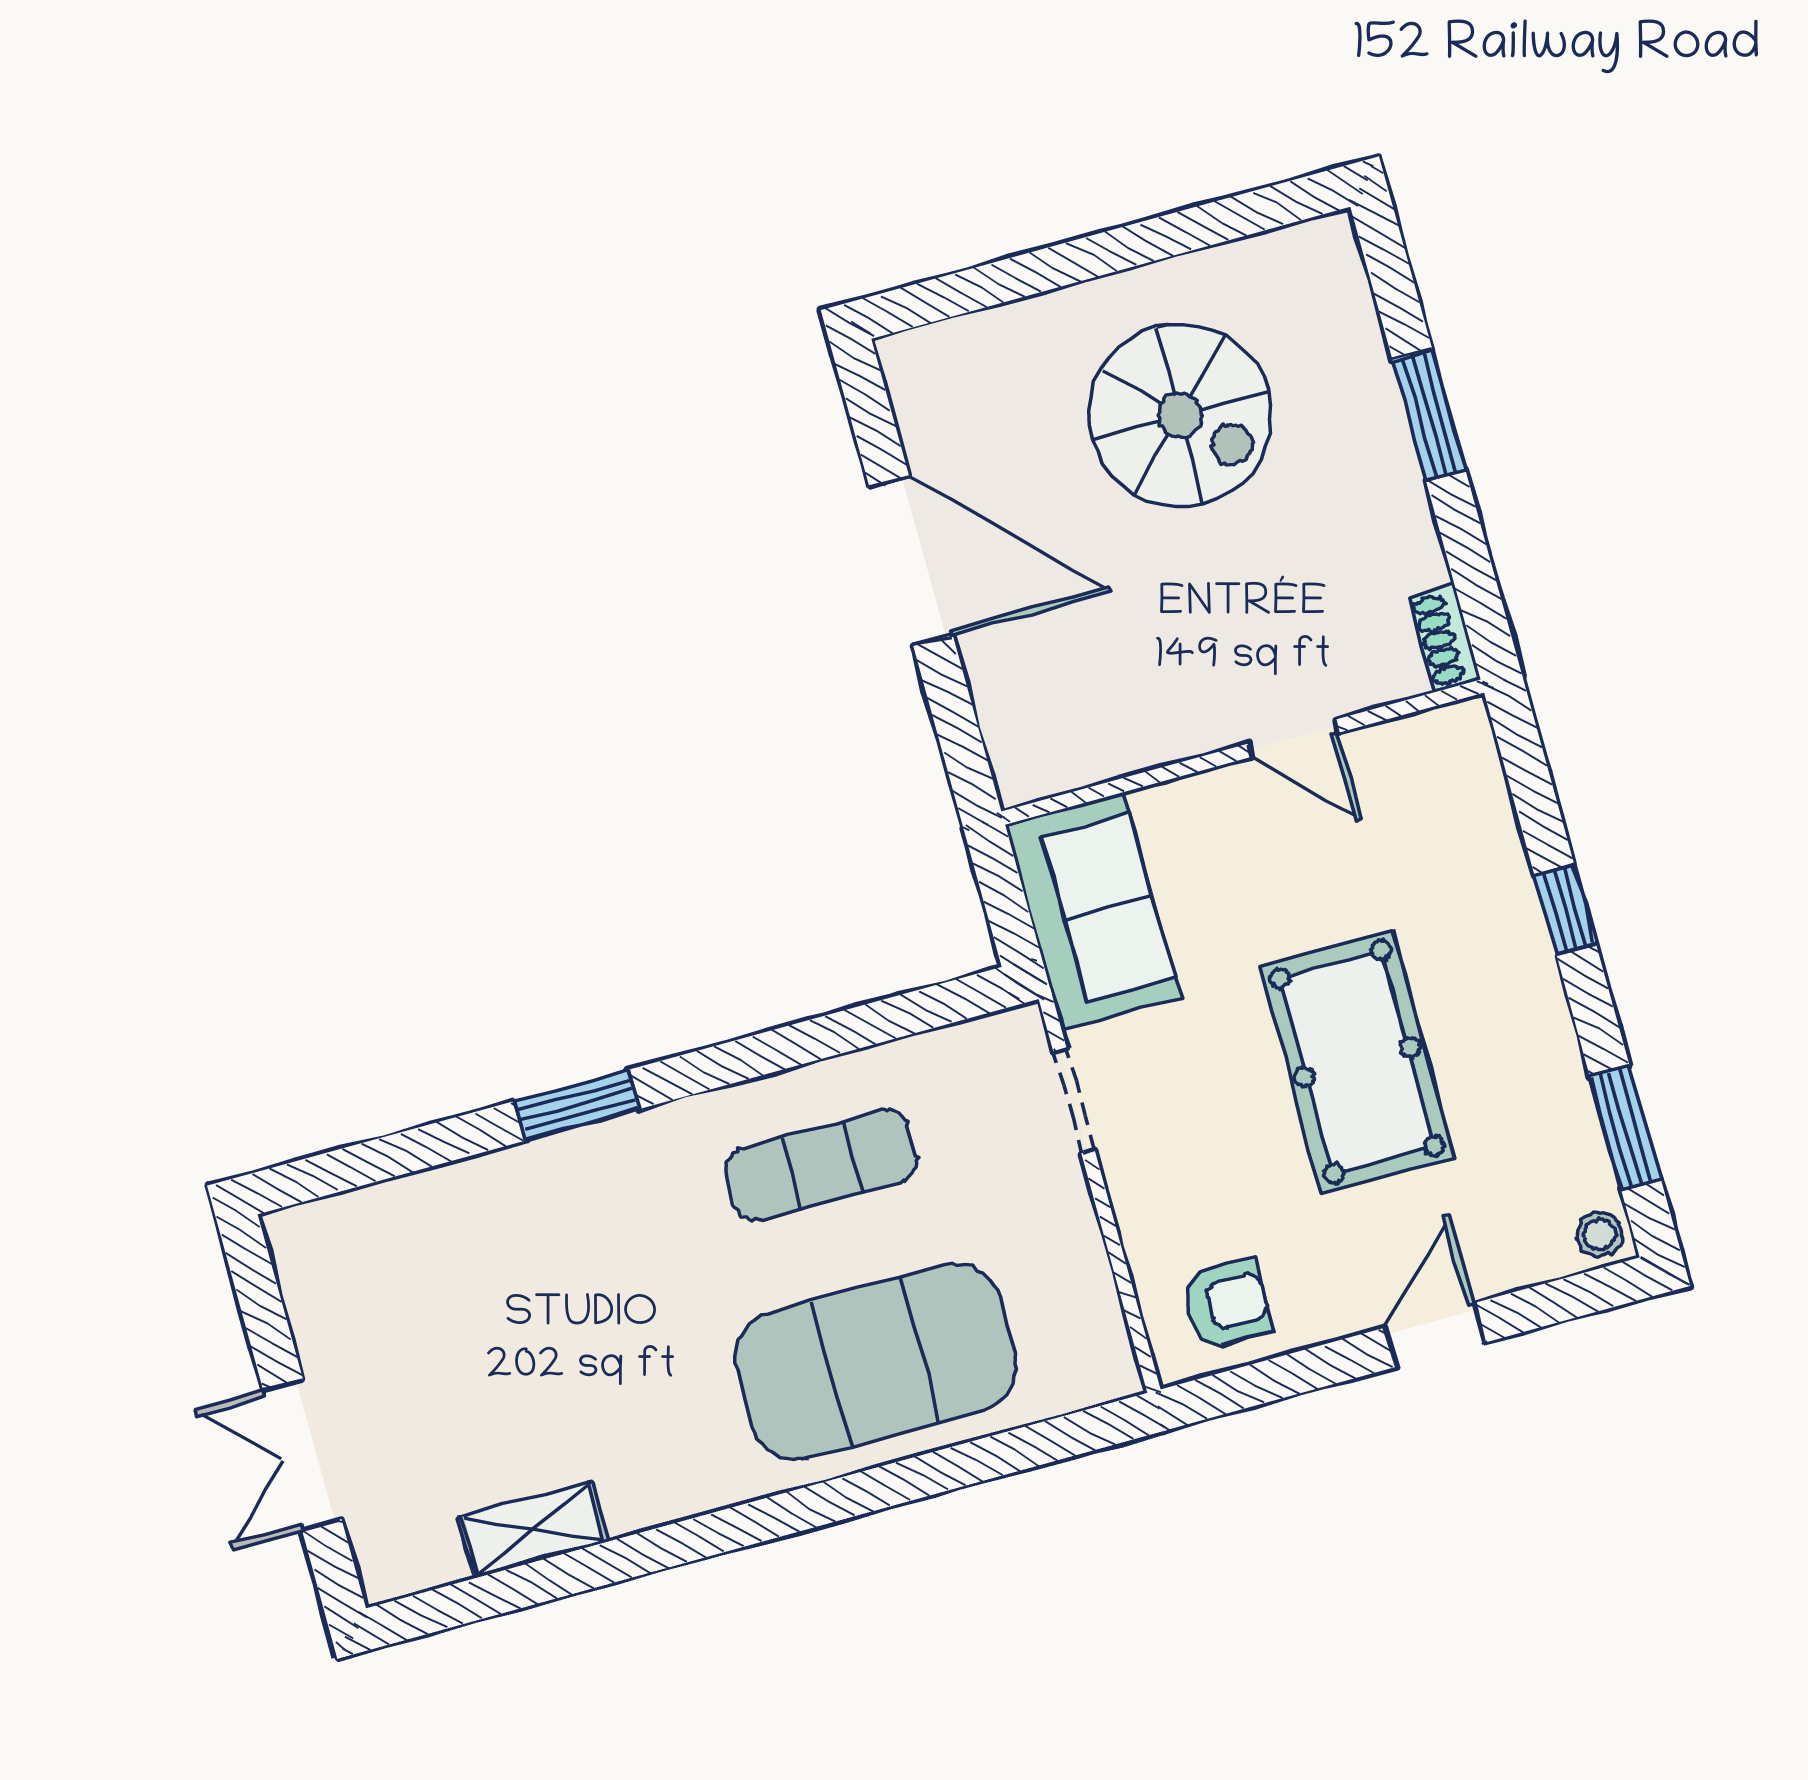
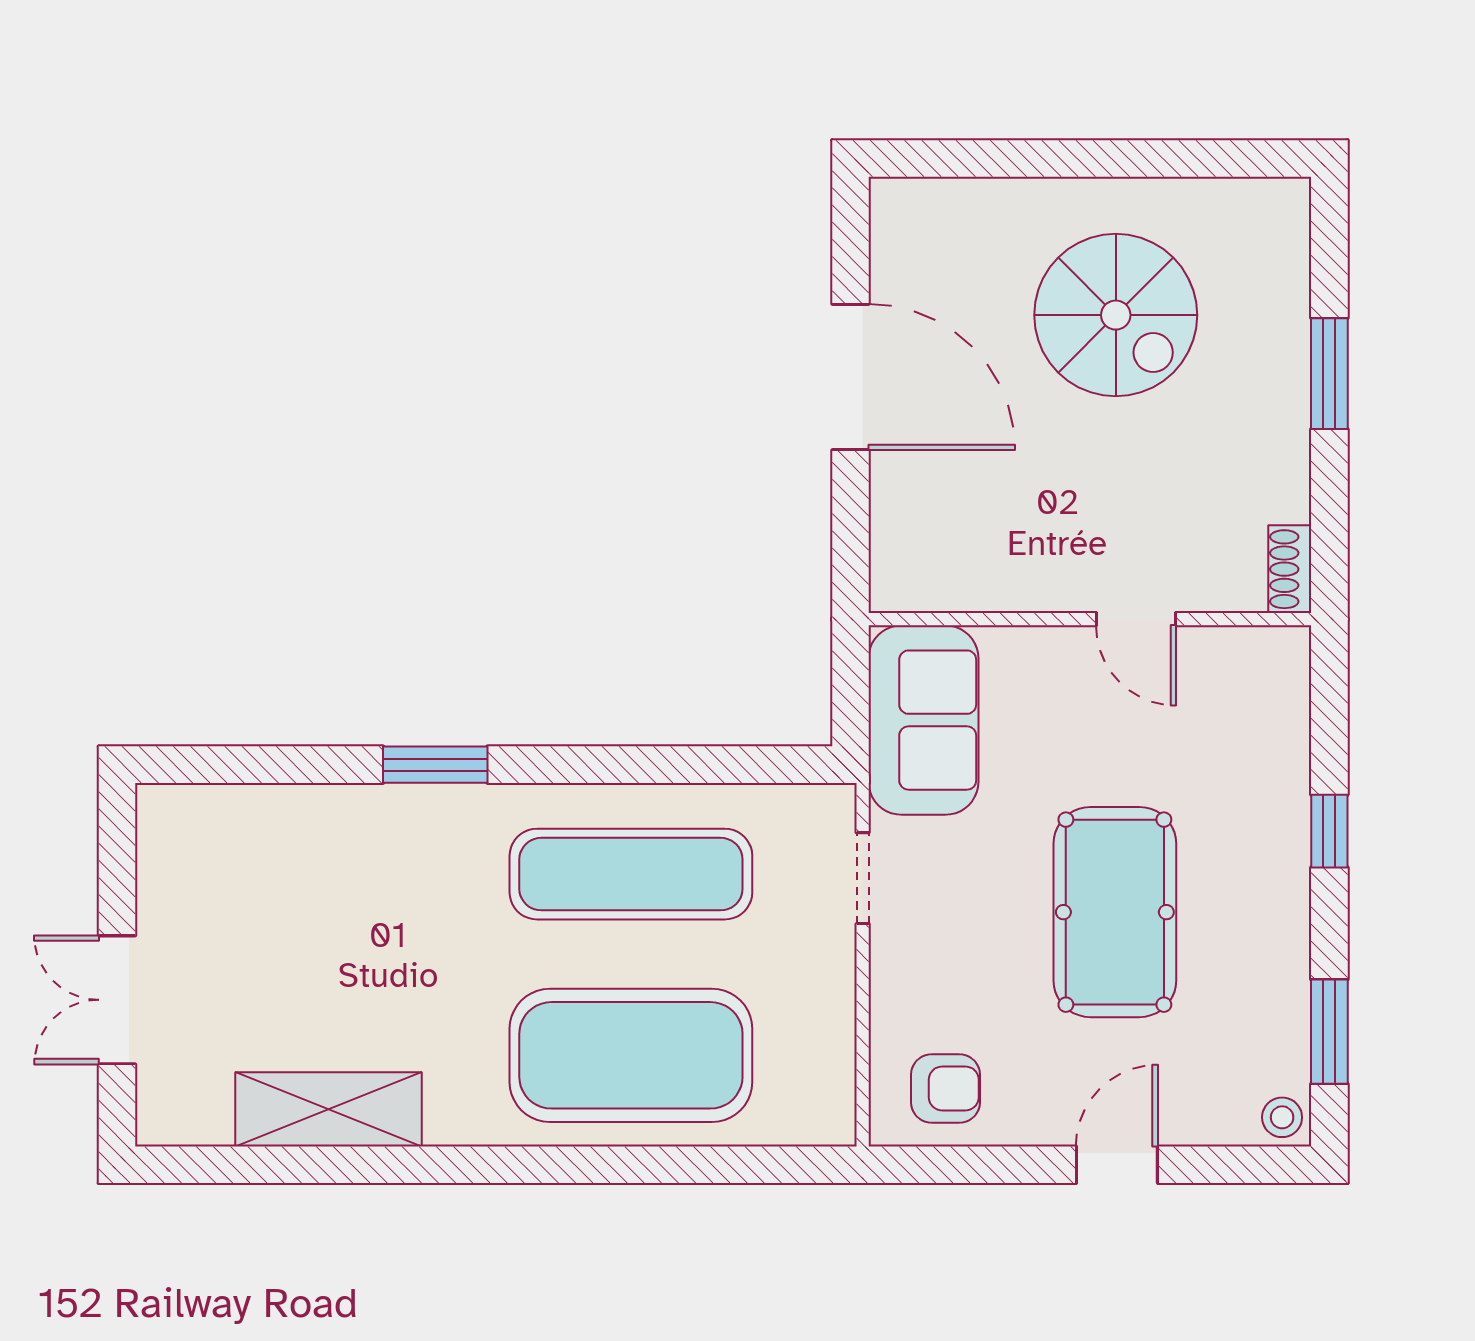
exercise mat: (822, 1165) -> (631, 874), width x1.36, depth x1.45
shelving: (534, 1530) -> (329, 1109), width x1.50, depth x1.33

